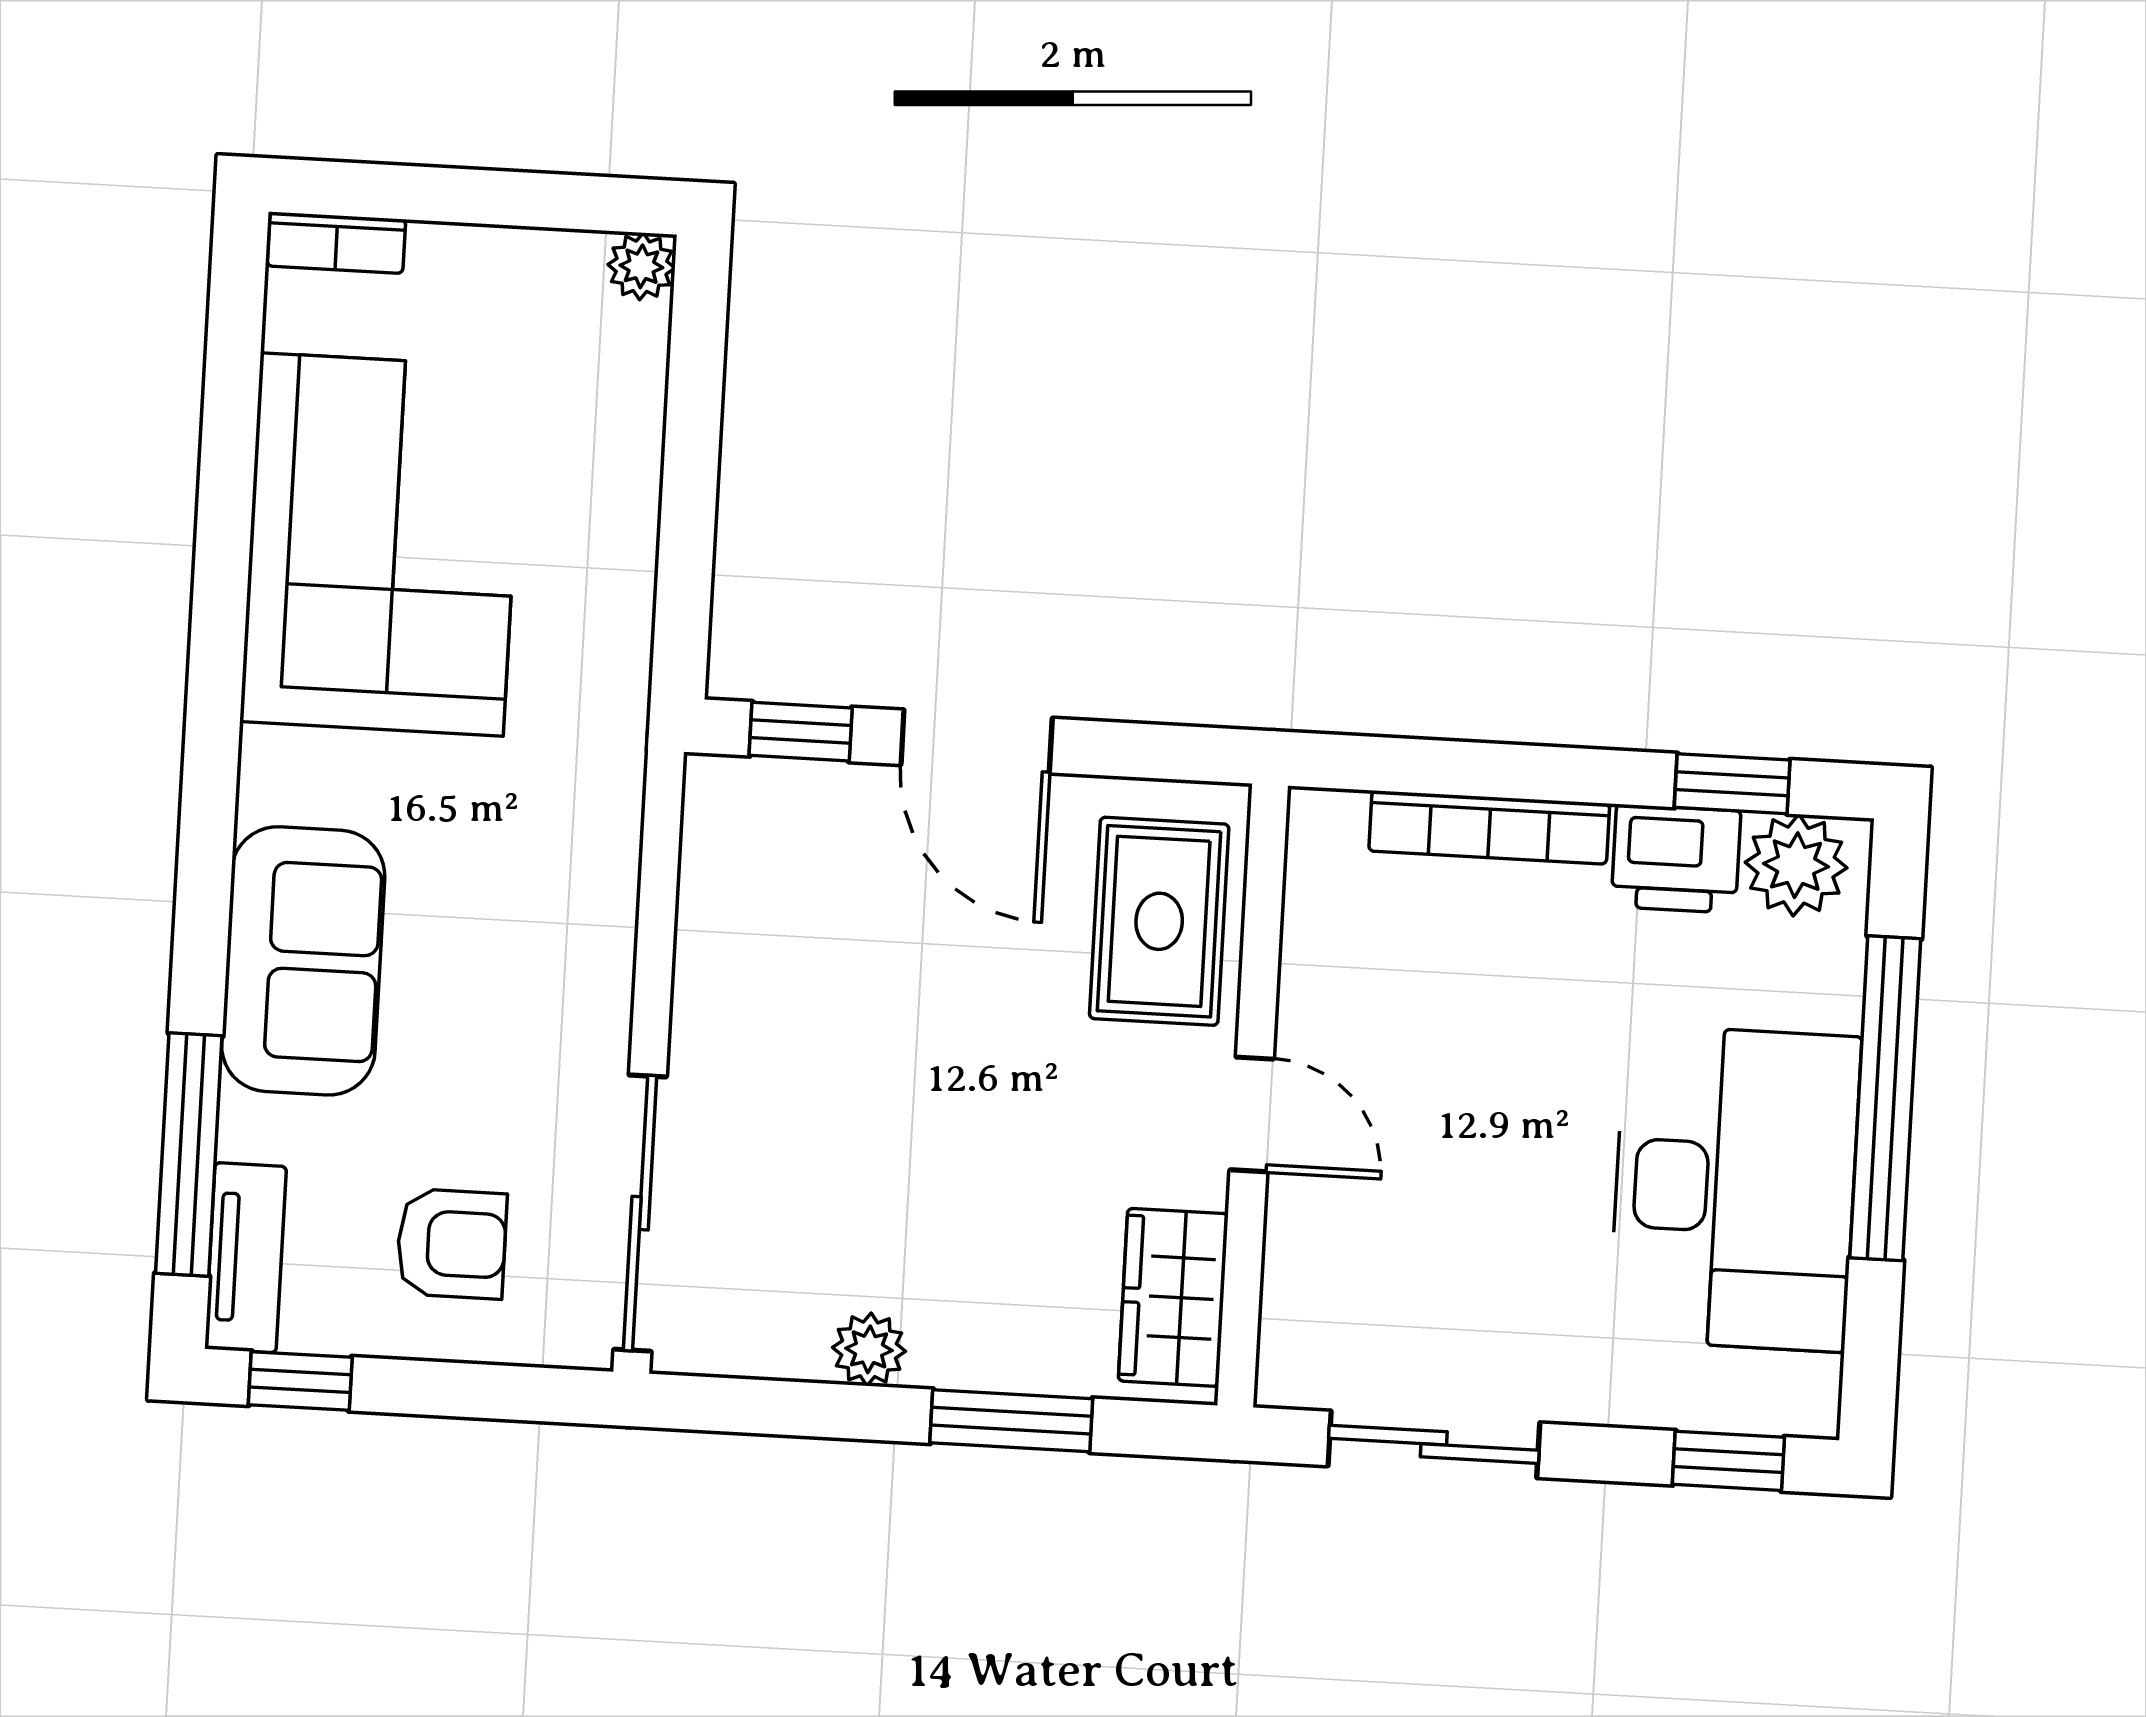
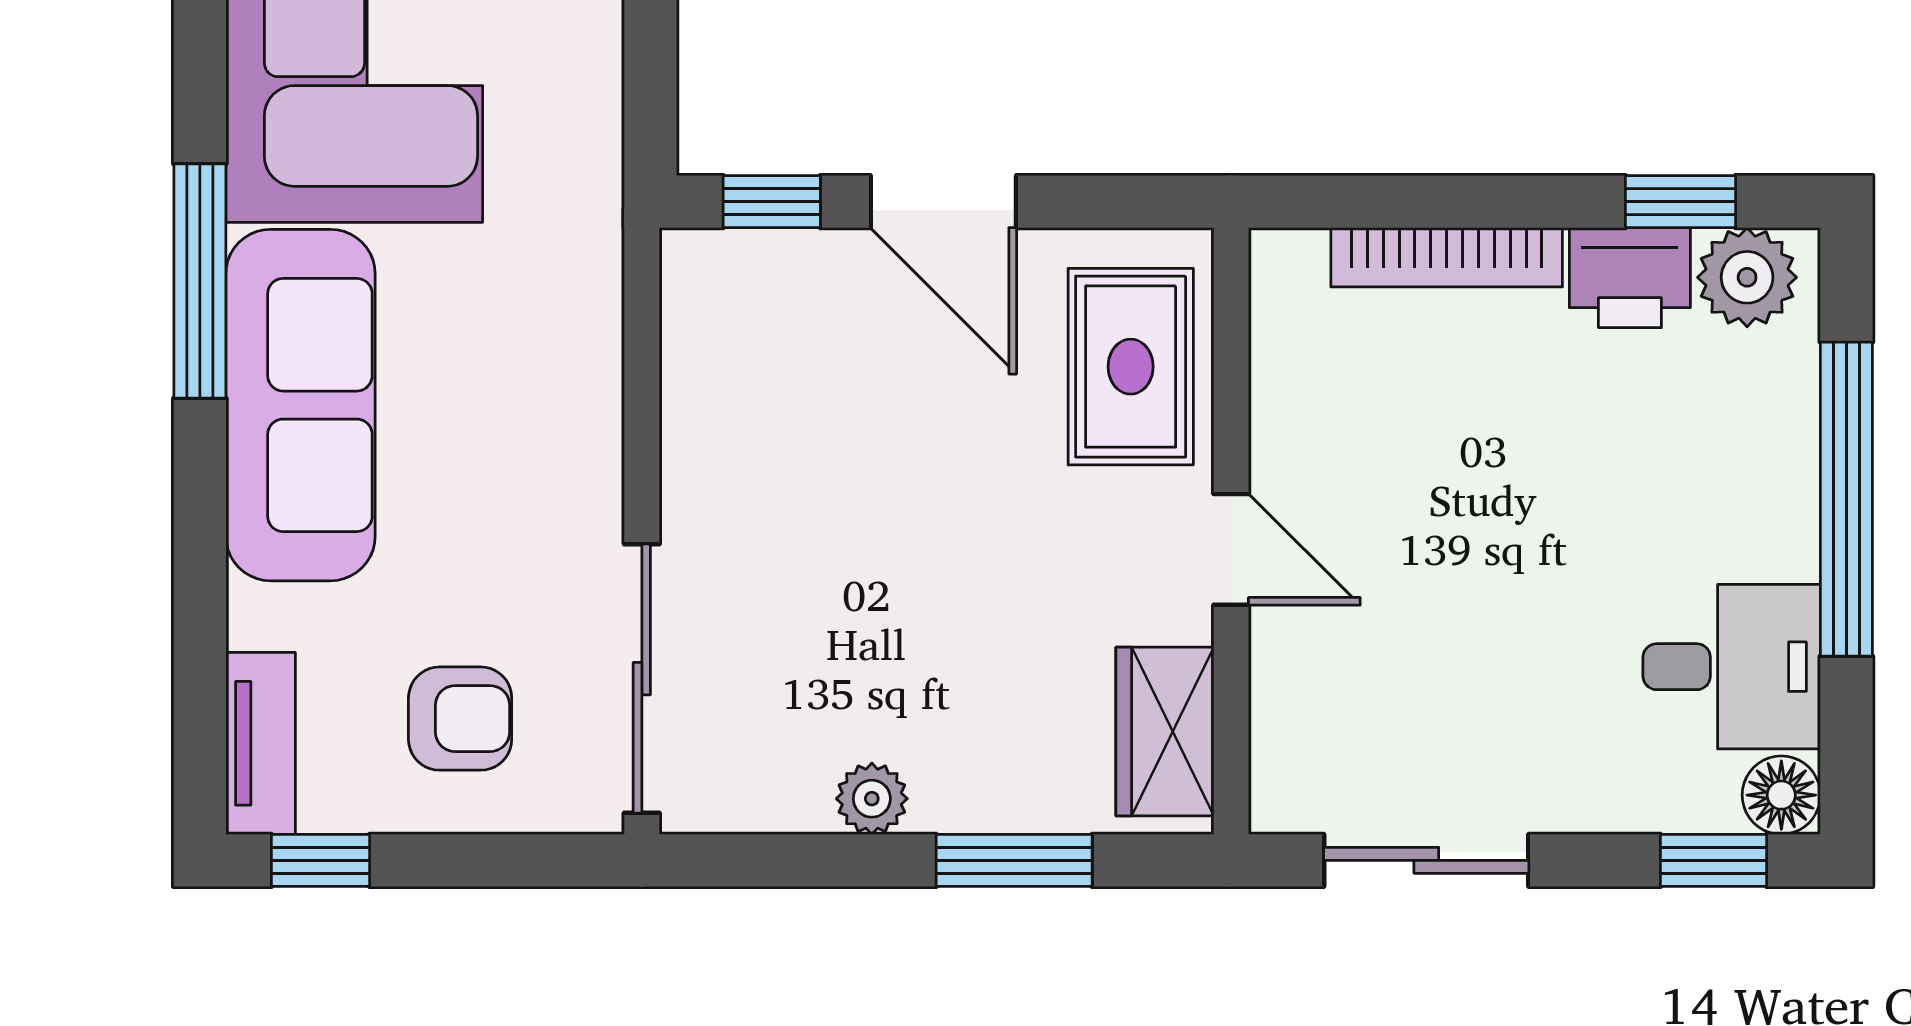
sofa: (303, 961) -> (301, 405), width x1.36
window: (189, 1155) -> (200, 281), moved
desk: (1735, 1188) -> (1732, 667), width x0.53, depth x0.77
floor lamp: (1802, 1398) -> (1781, 795), added

